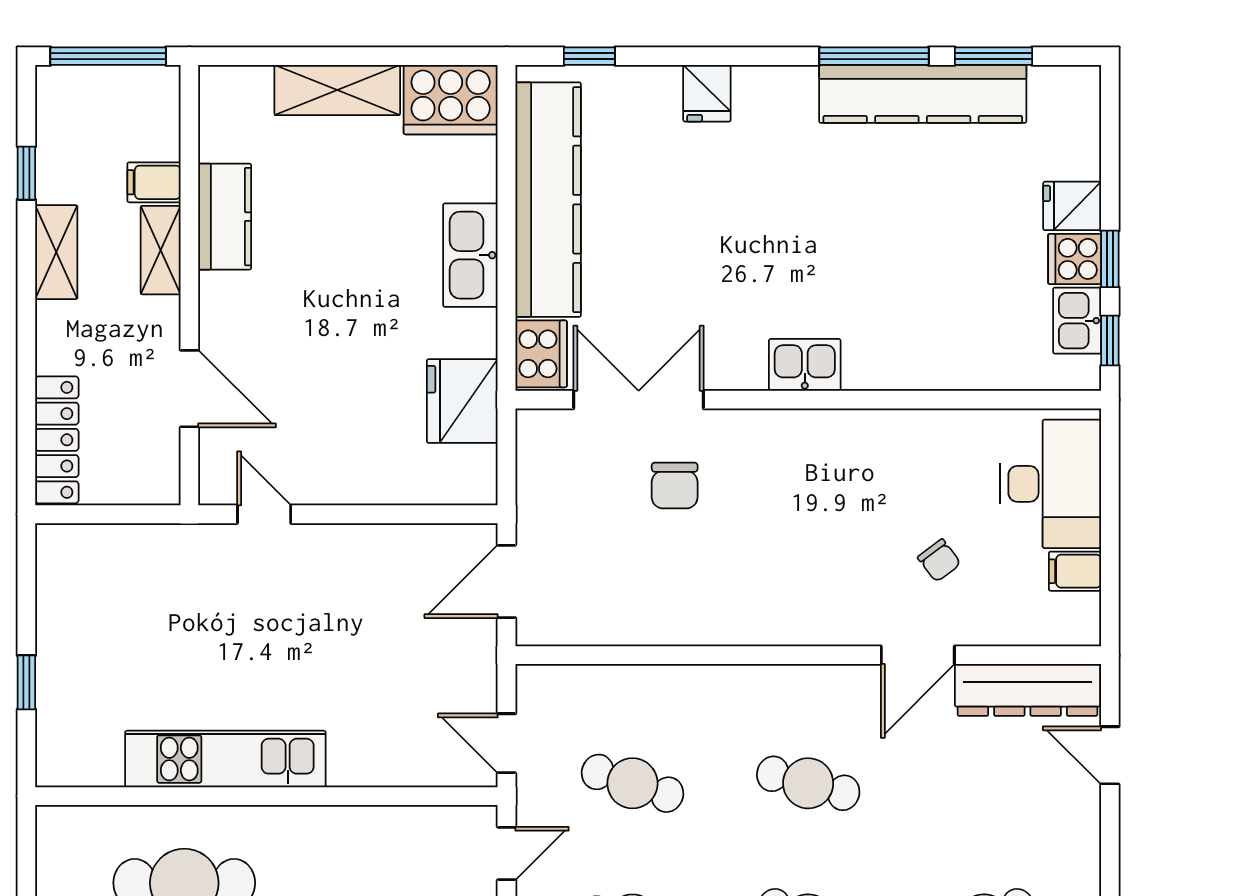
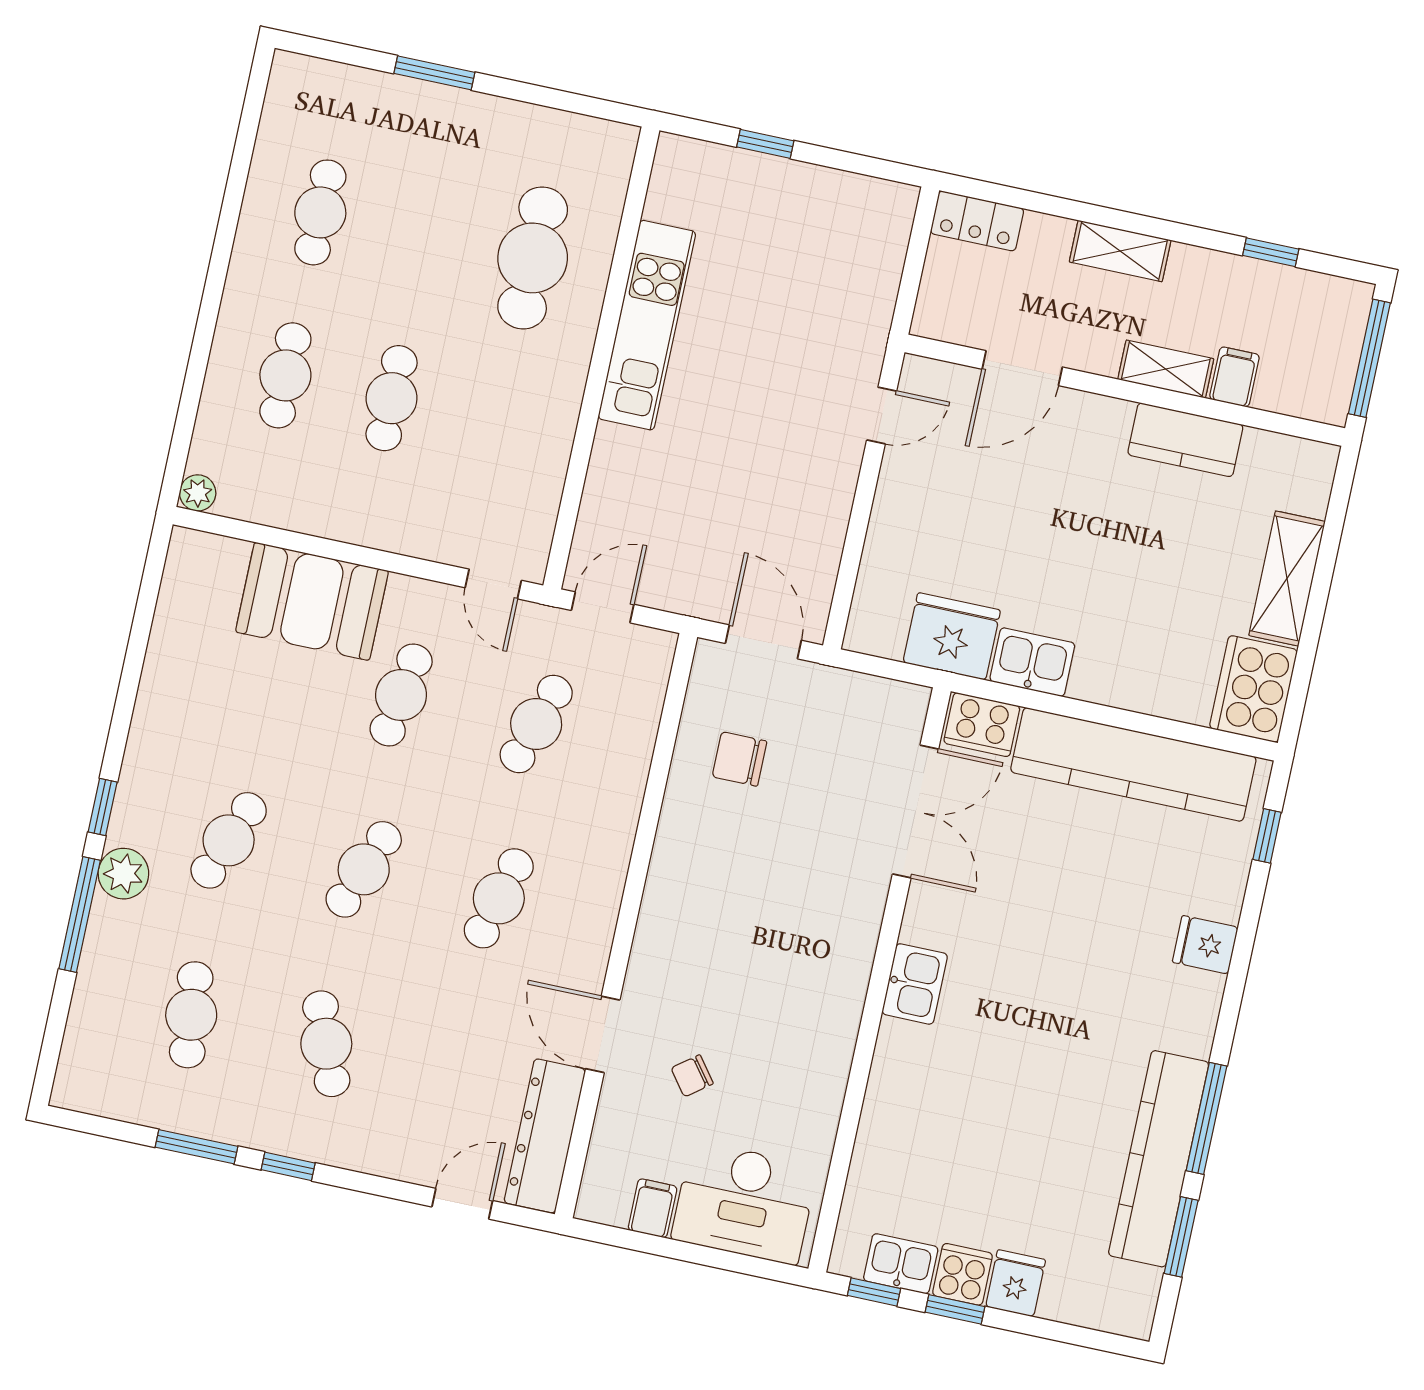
shelving: (56, 252) -> (1120, 251), moved
kitchen sink: (470, 255) -> (1032, 662), moved, width x0.73
locker: (57, 440) -> (977, 221), width x0.66
chair: (675, 486) -> (740, 759), moved

